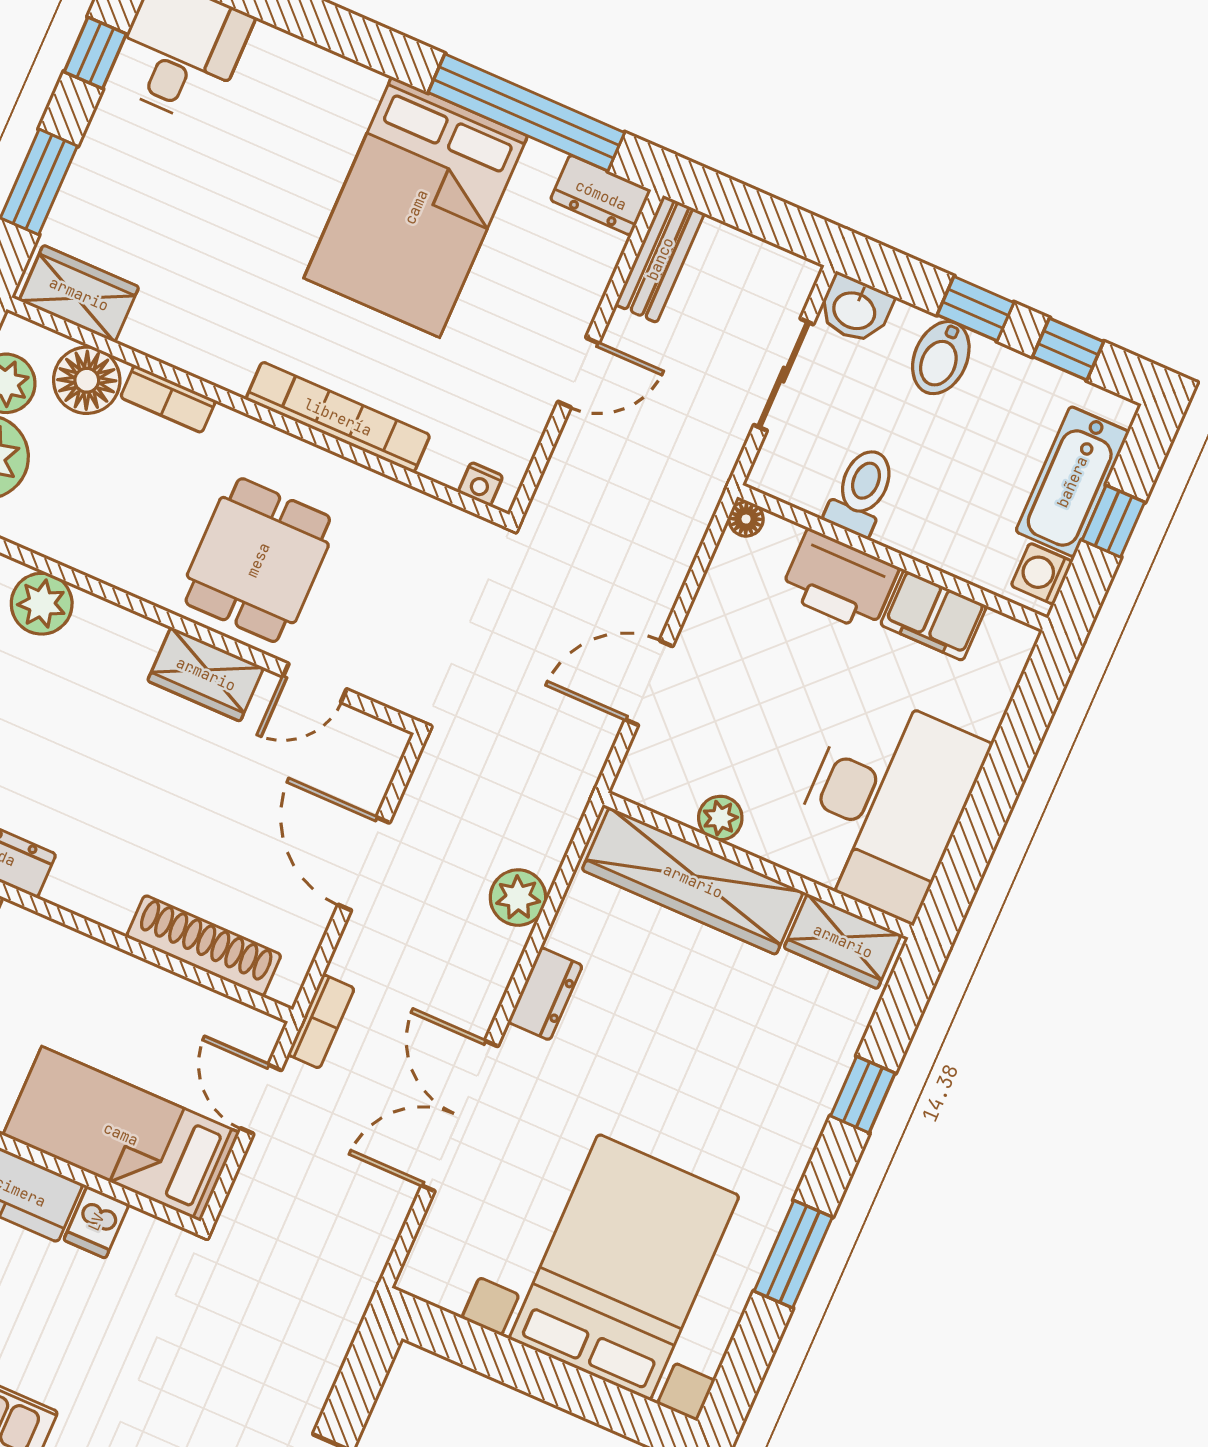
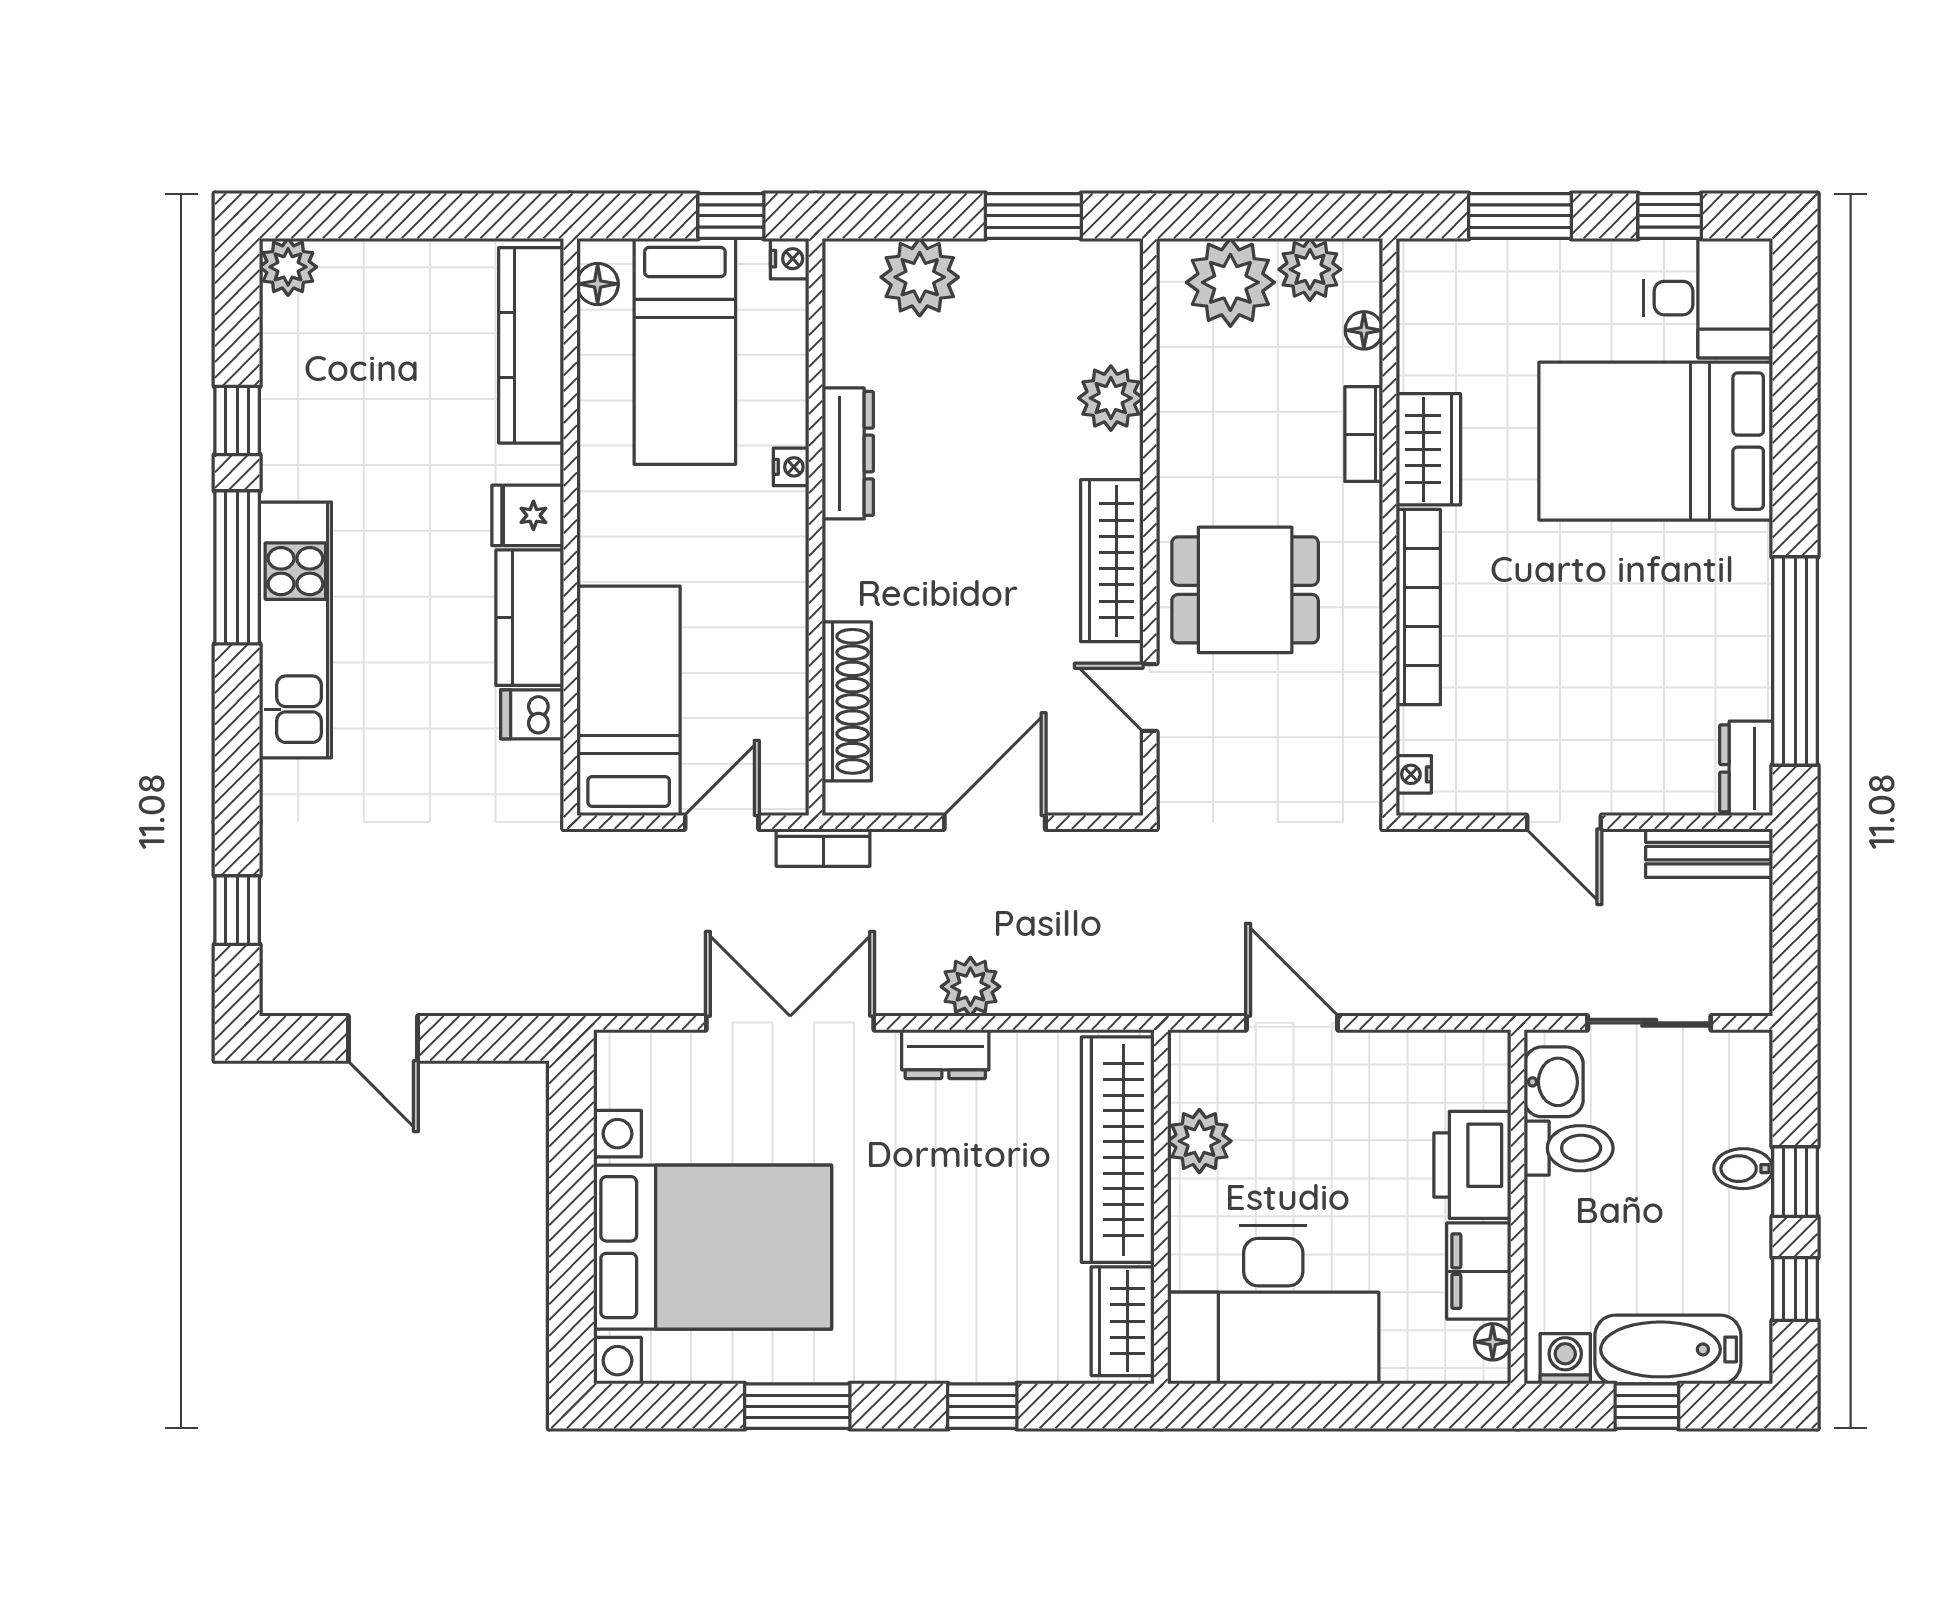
bed: (416, 207) -> (1656, 441), moved
wardrobe: (79, 294) -> (1428, 449), moved
washbasin: (855, 309) -> (1554, 1082), moved, turned 180
bidet: (941, 358) -> (1743, 1169), width x0.72, depth x0.74
floor lamp: (87, 380) -> (1364, 330), width x0.53, depth x0.53
floor lamp: (746, 519) -> (1493, 1342), moved
wardrobe: (206, 674) -> (1112, 561), width x1.50
plant: (720, 818) -> (1199, 1141), width x1.38, depth x1.38
plant: (518, 898) -> (970, 987), moved

